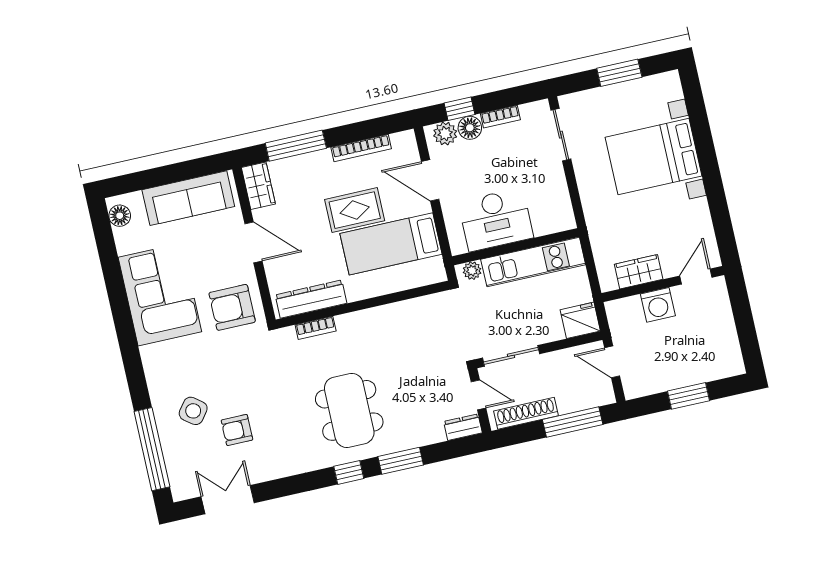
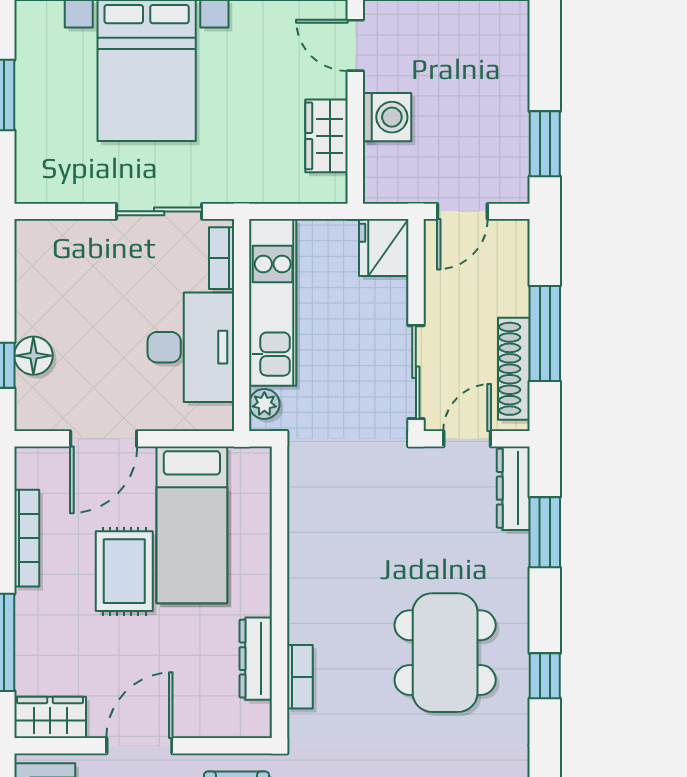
bookcase: (500, 117) -> (222, 258), moved, turned 180
plant: (445, 134) -> (34, 398), removed
sliding door: (561, 135) -> (159, 211), moved
dresser: (311, 299) -> (256, 659), width x0.73, depth x0.80
window: (689, 396) -> (545, 144), moved
dining table: (349, 410) -> (445, 653), turned 90
window: (573, 422) -> (545, 334), moved
dresser: (463, 427) -> (513, 488), width x1.44
window: (401, 461) -> (545, 532), moved

